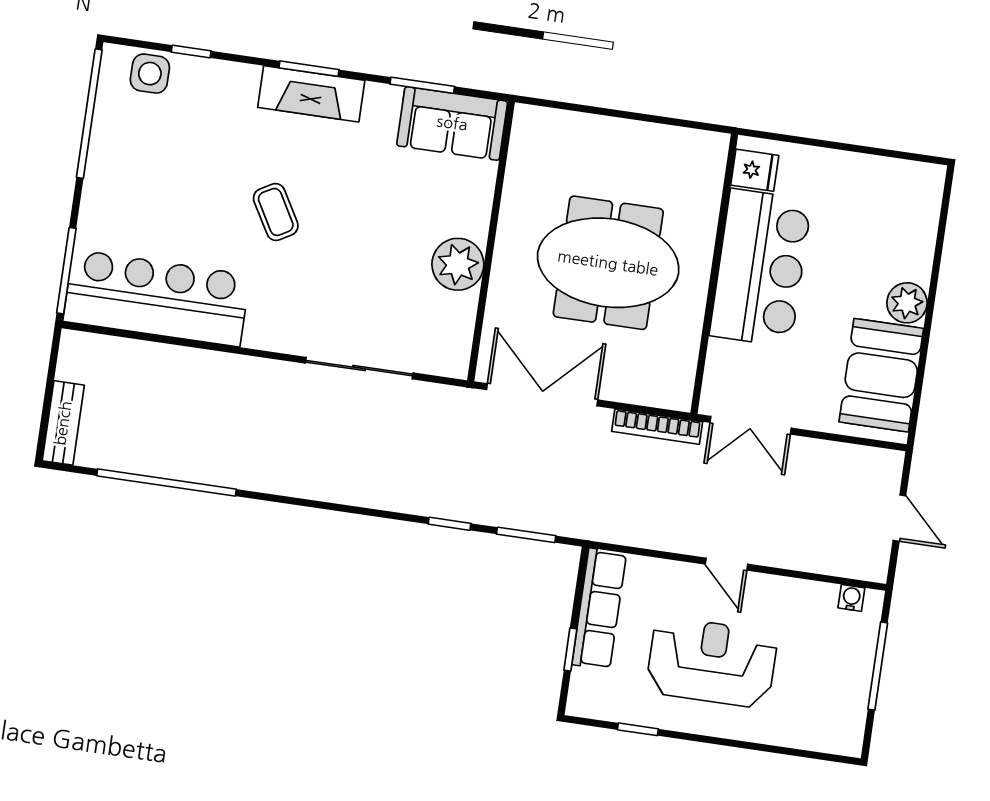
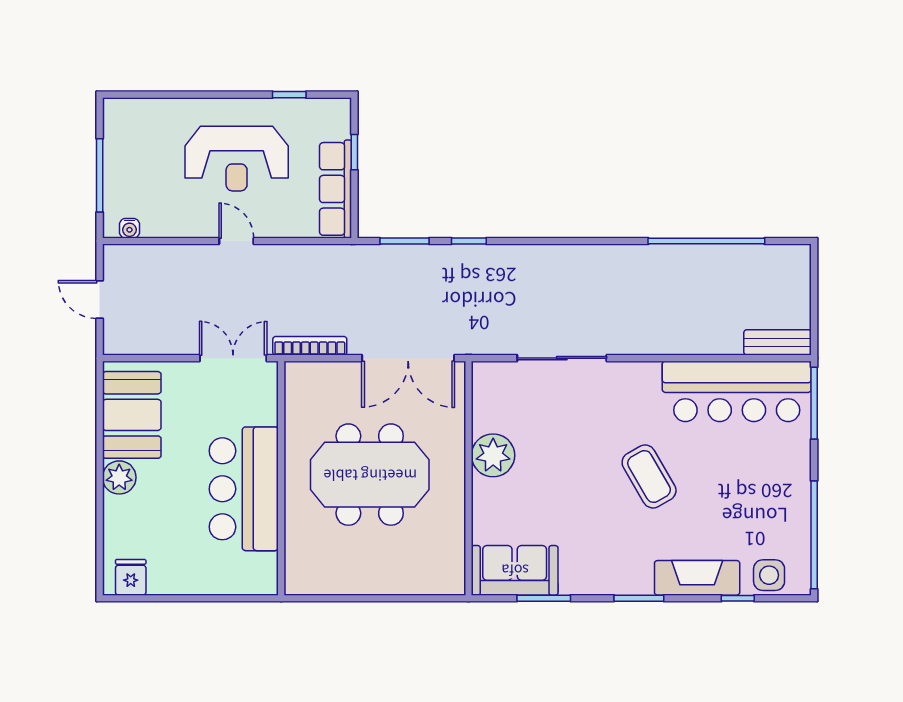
fireplace: (311, 94) -> (697, 578), moved
fridge: (755, 170) -> (131, 577), moved, turned 90
coffee table: (276, 212) -> (649, 476), width x1.36, depth x1.30
bench: (63, 423) -> (778, 342), moved, turned 90

